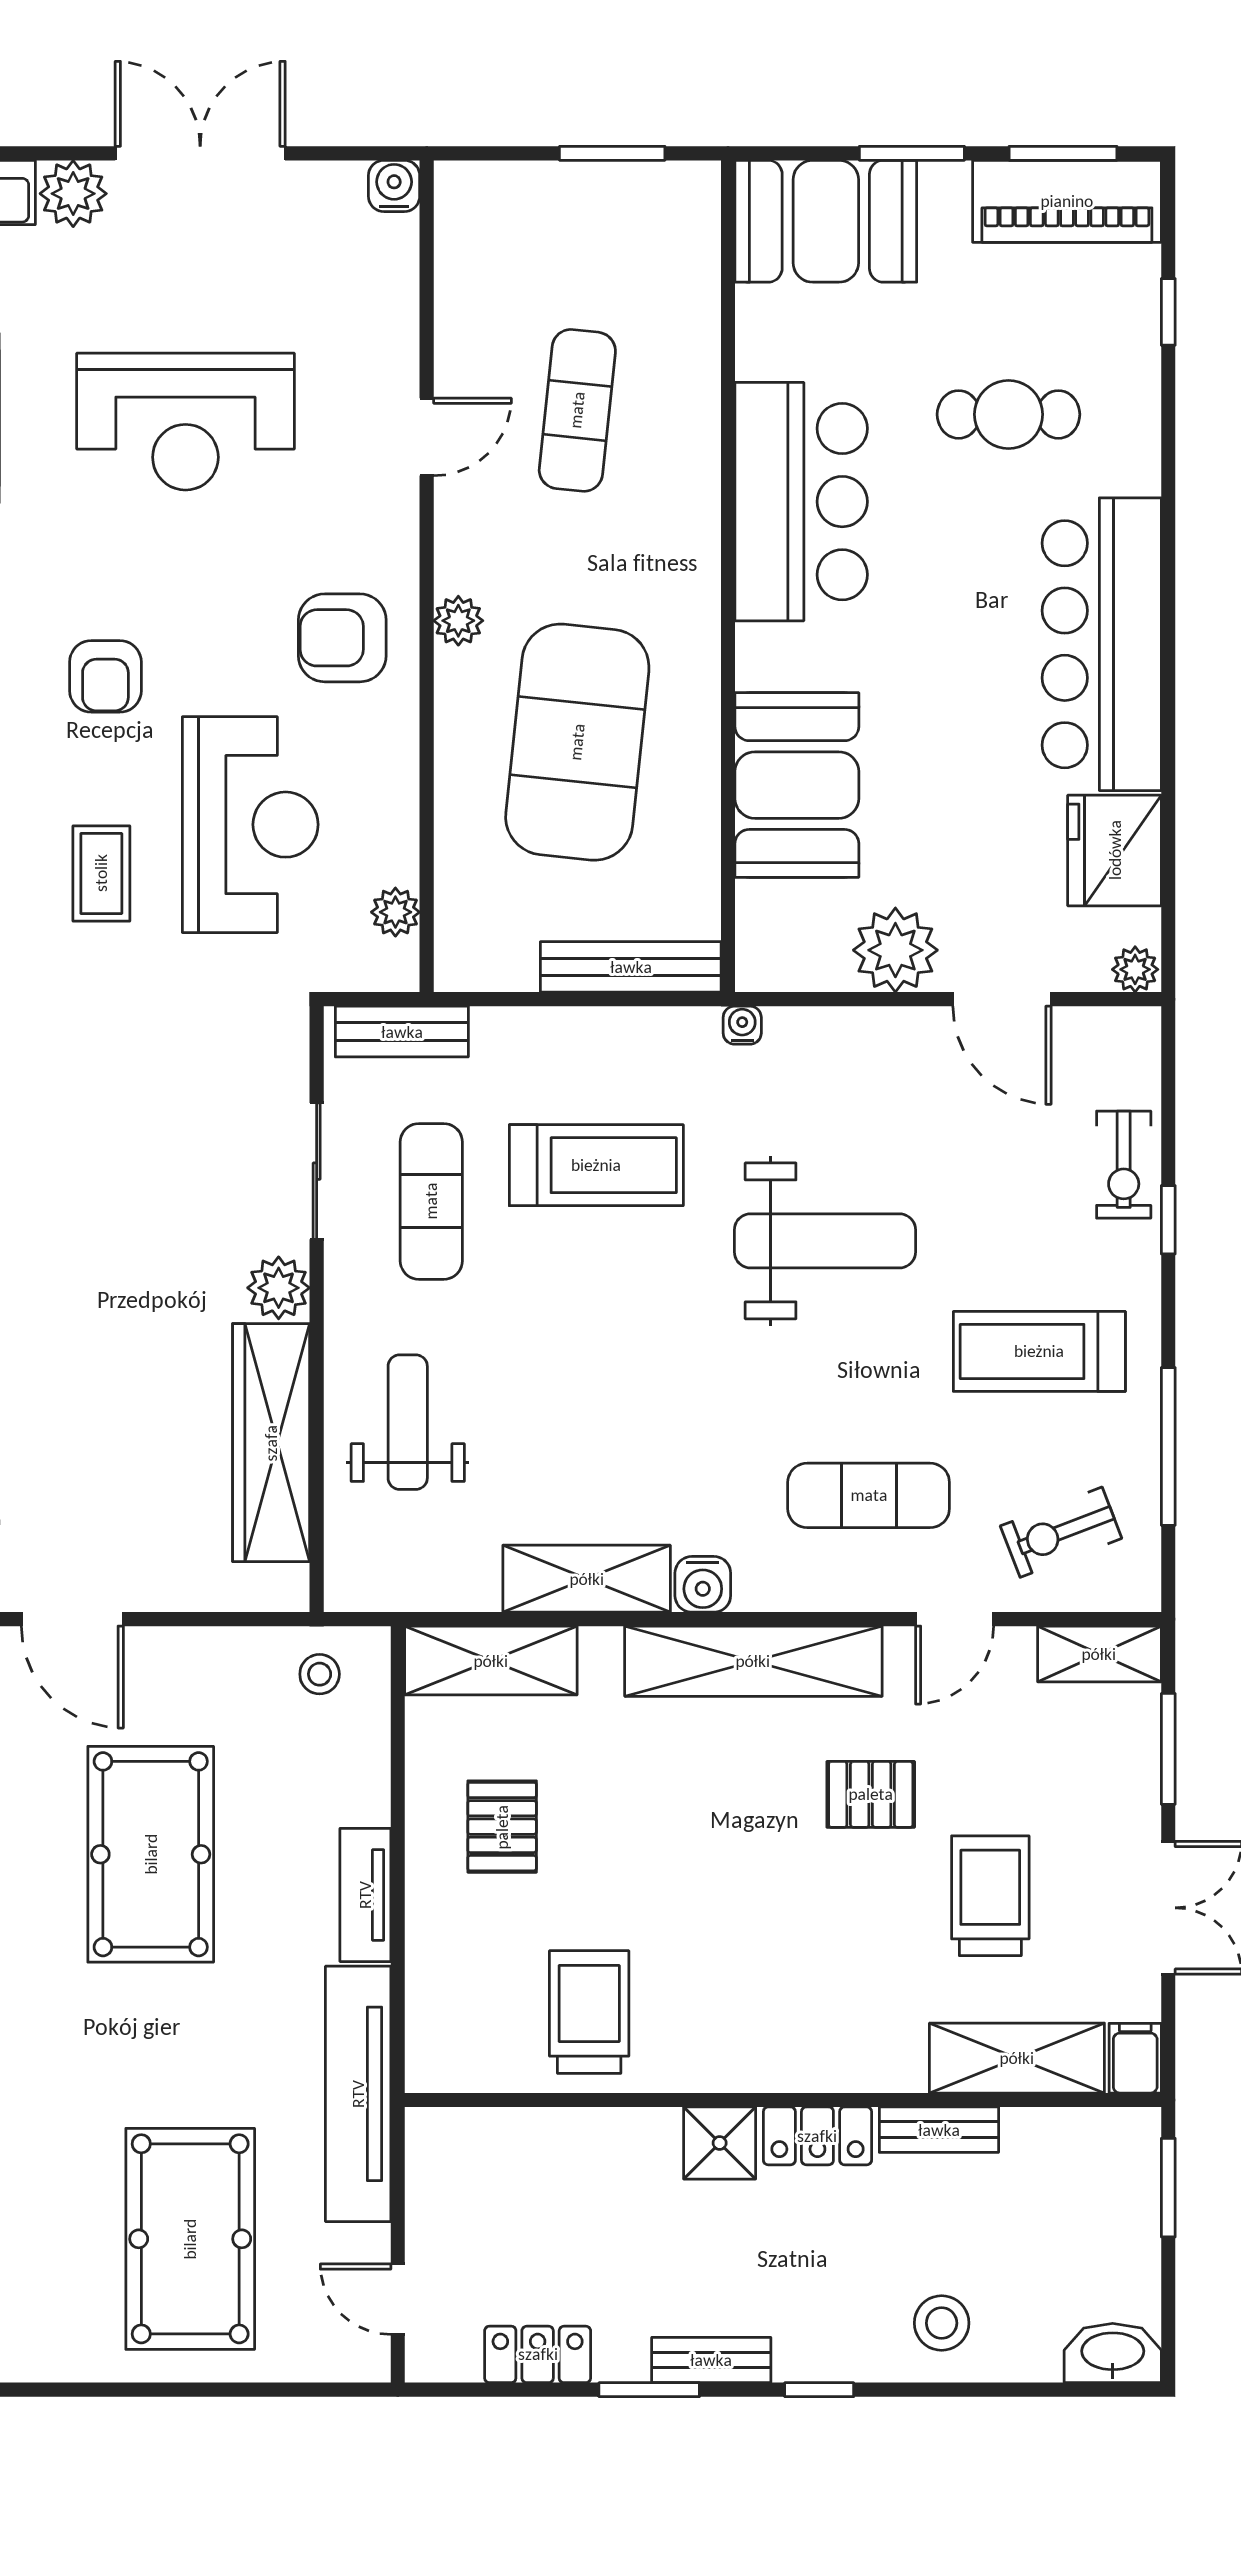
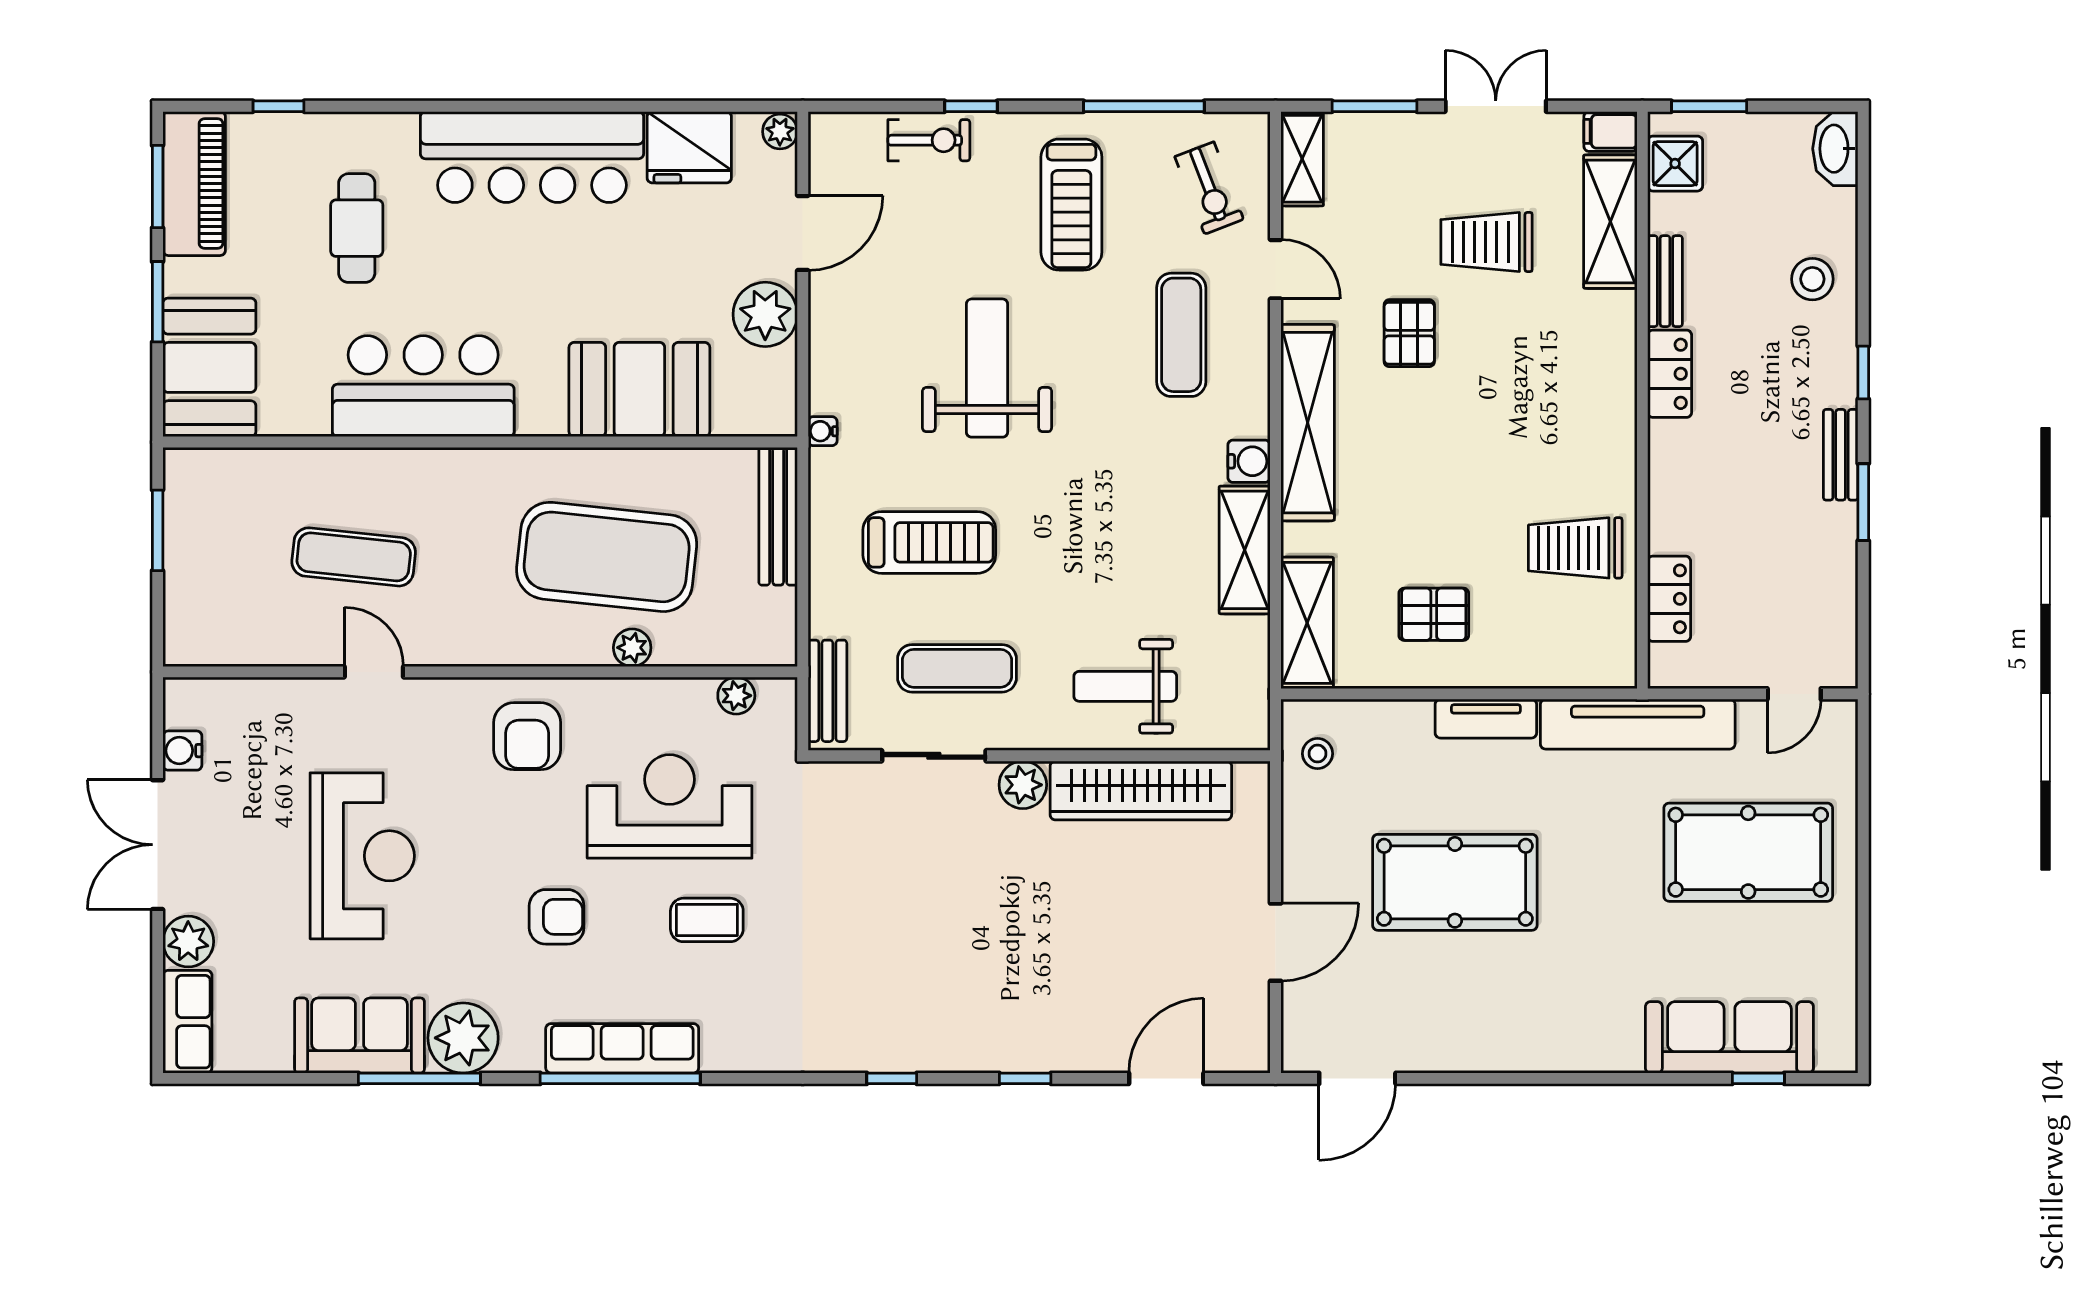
water cooler: (394, 186) -> (182, 751), moved
plant: (458, 621) -> (632, 648), moved
treadmill: (596, 1165) -> (929, 542), turned 90
shower: (720, 2143) -> (1675, 164), moved
locker: (538, 2354) -> (1669, 599), moved, turned 180

